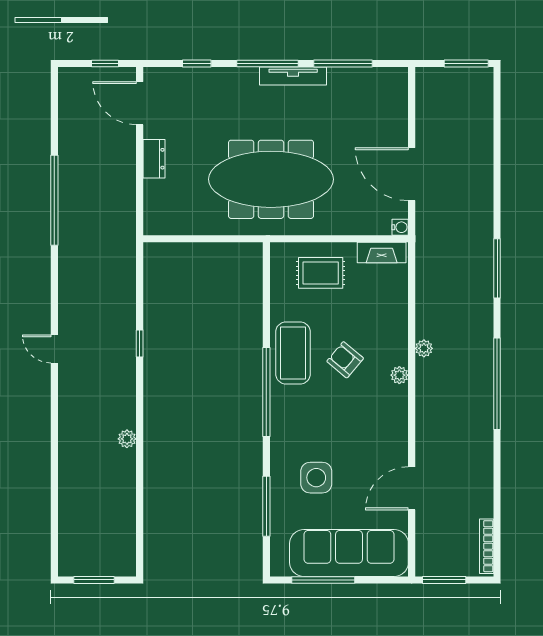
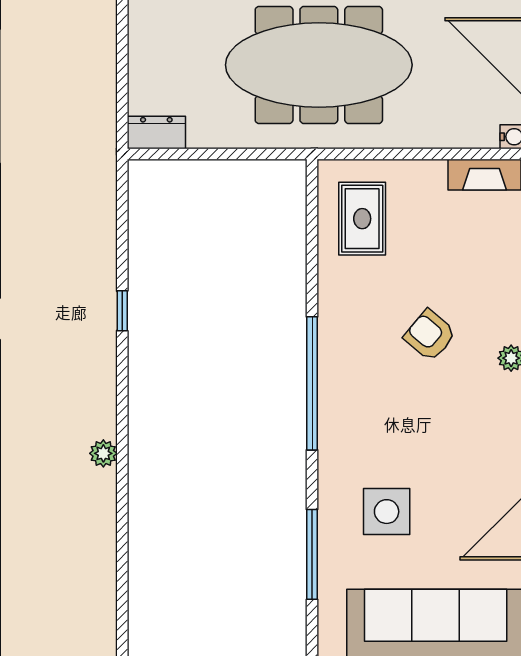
dresser: (154, 159) -> (156, 132), moved, turned -90
rug: (321, 273) -> (362, 219), moved, turned 90
coffee table: (293, 353) -> (352, 325), removed

